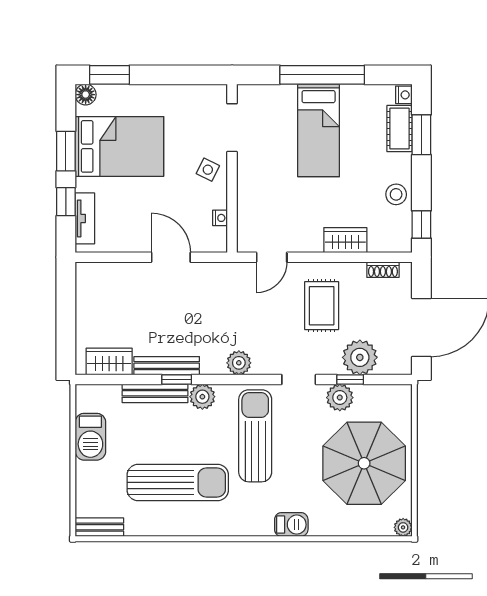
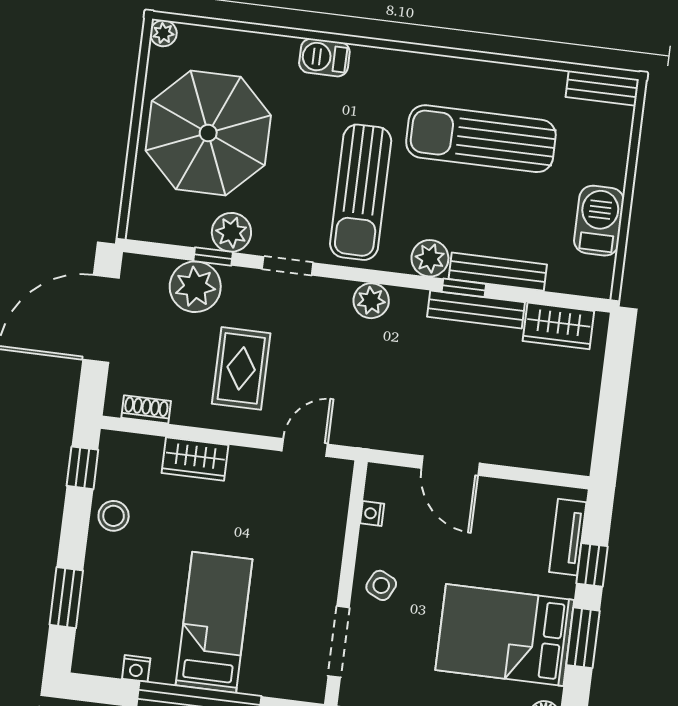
nightstand: (404, 95) -> (136, 668), moved, turned -90
cot: (400, 129) -> (97, 610), removed

